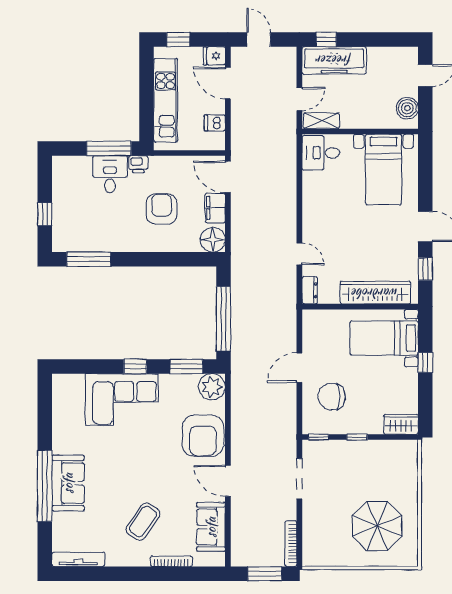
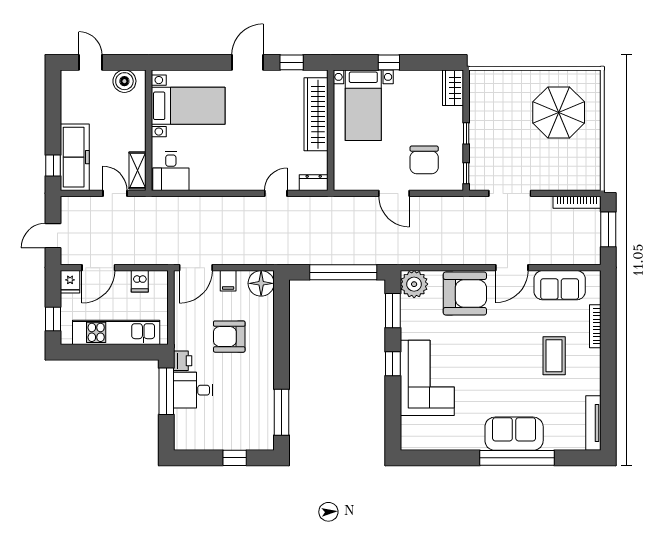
filing cabinet: (215, 208) -> (228, 281), width x0.50
coffee table: (143, 522) -> (554, 356), turned 55

